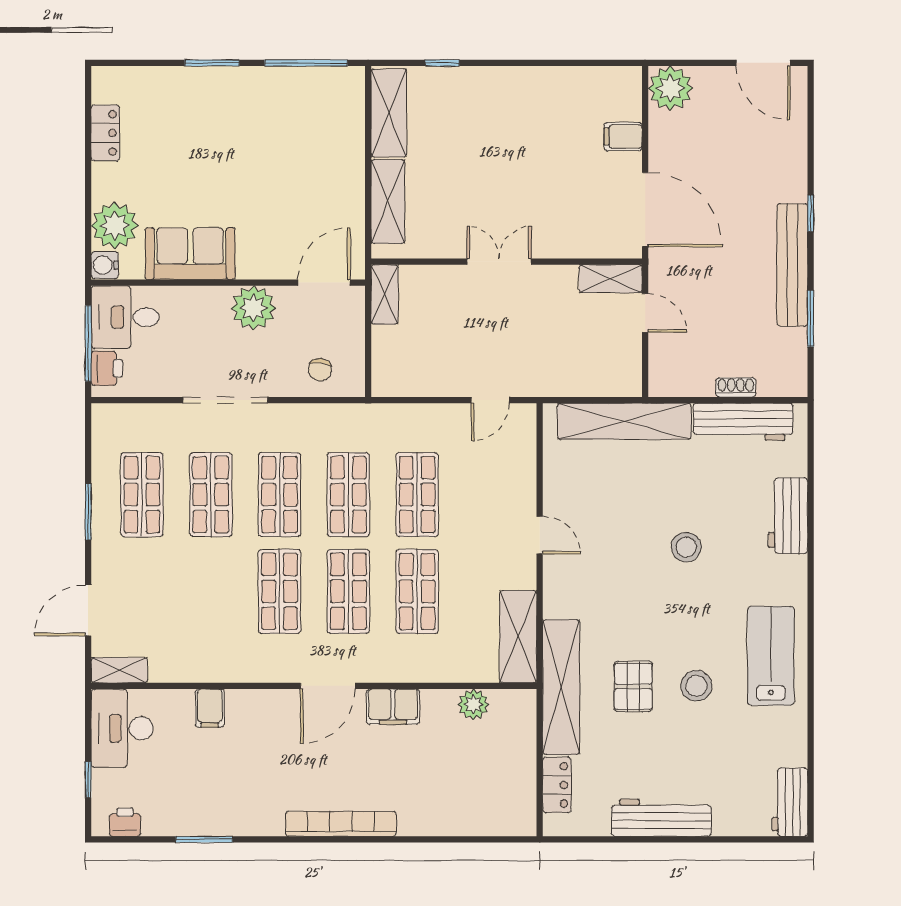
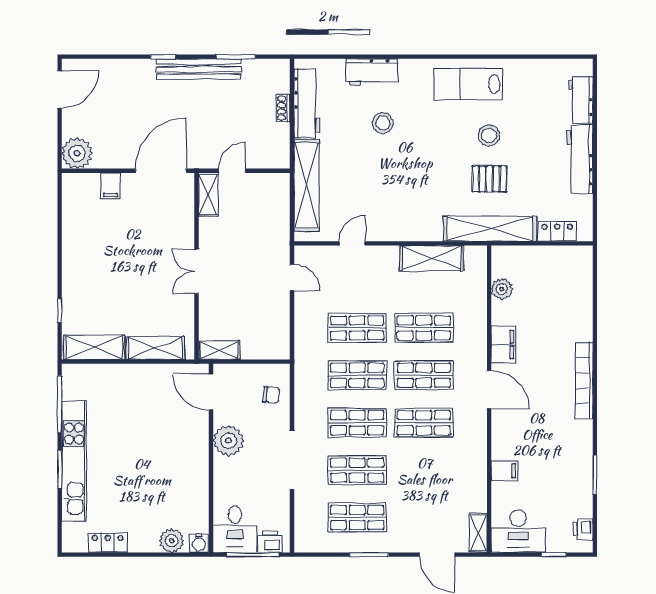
kitchen unit: (224, 84) -> (74, 461), added
plant: (115, 226) -> (172, 541), width x0.73, depth x0.73
sofa: (190, 254) -> (191, 484), removed
door: (540, 535) -> (352, 243), moved
stool: (686, 547) -> (383, 123), moved
shelving: (518, 637) -> (432, 258), moved
workbench: (790, 802) -> (581, 100), moved, turned 90

